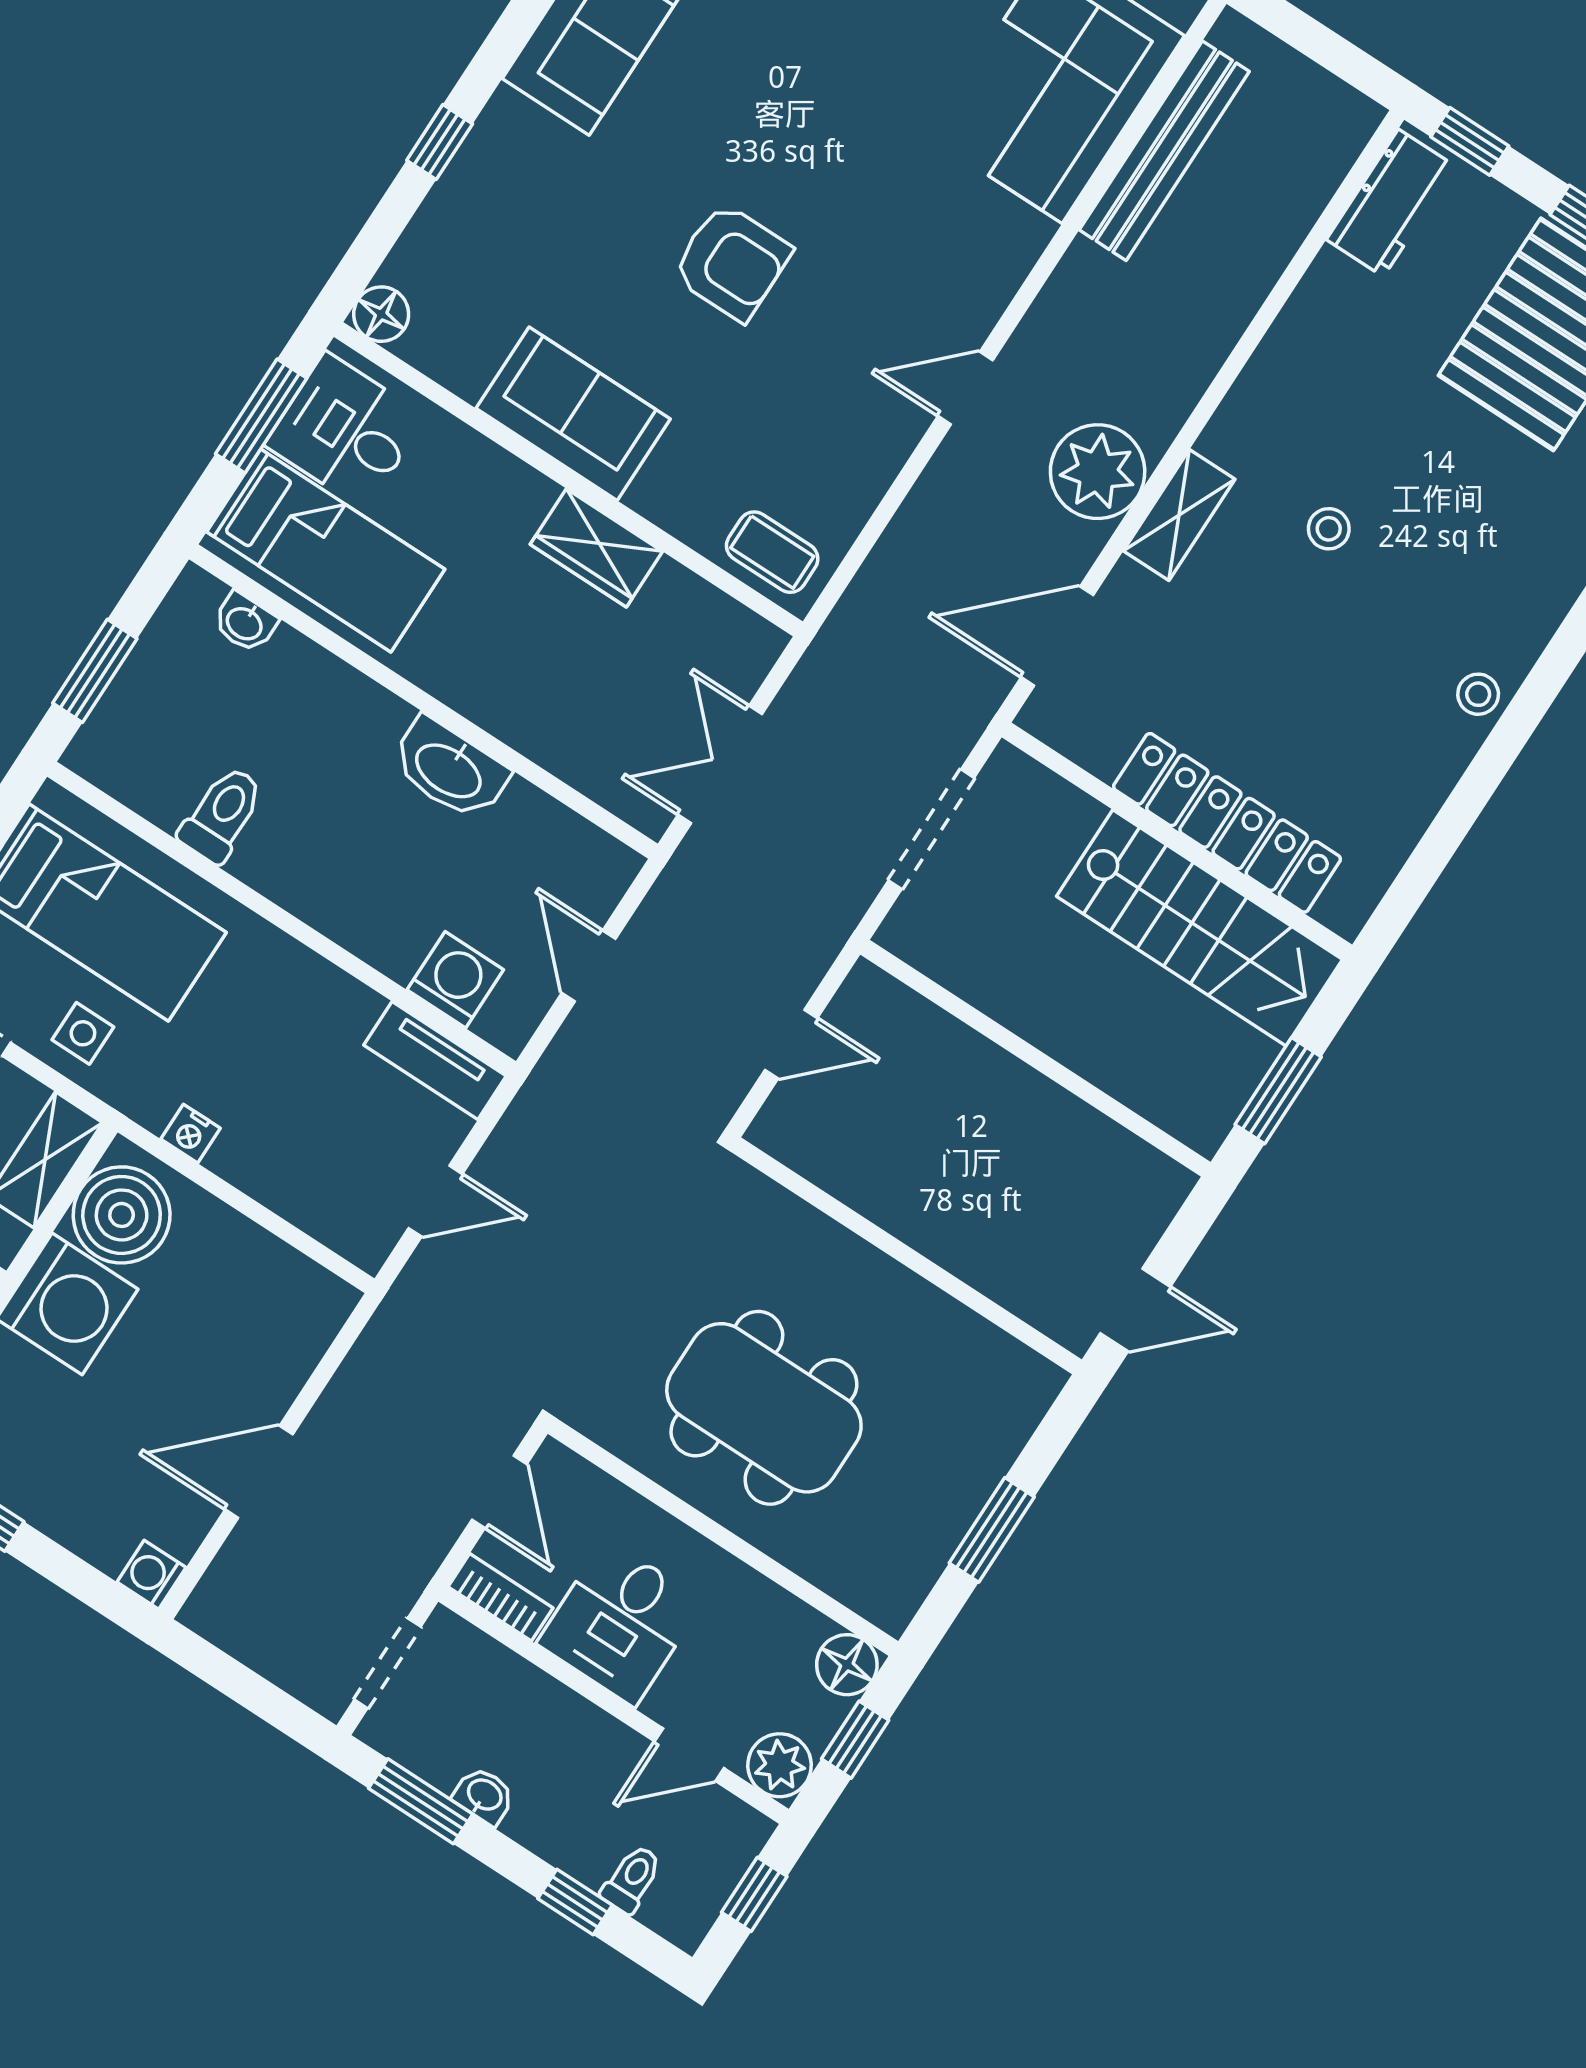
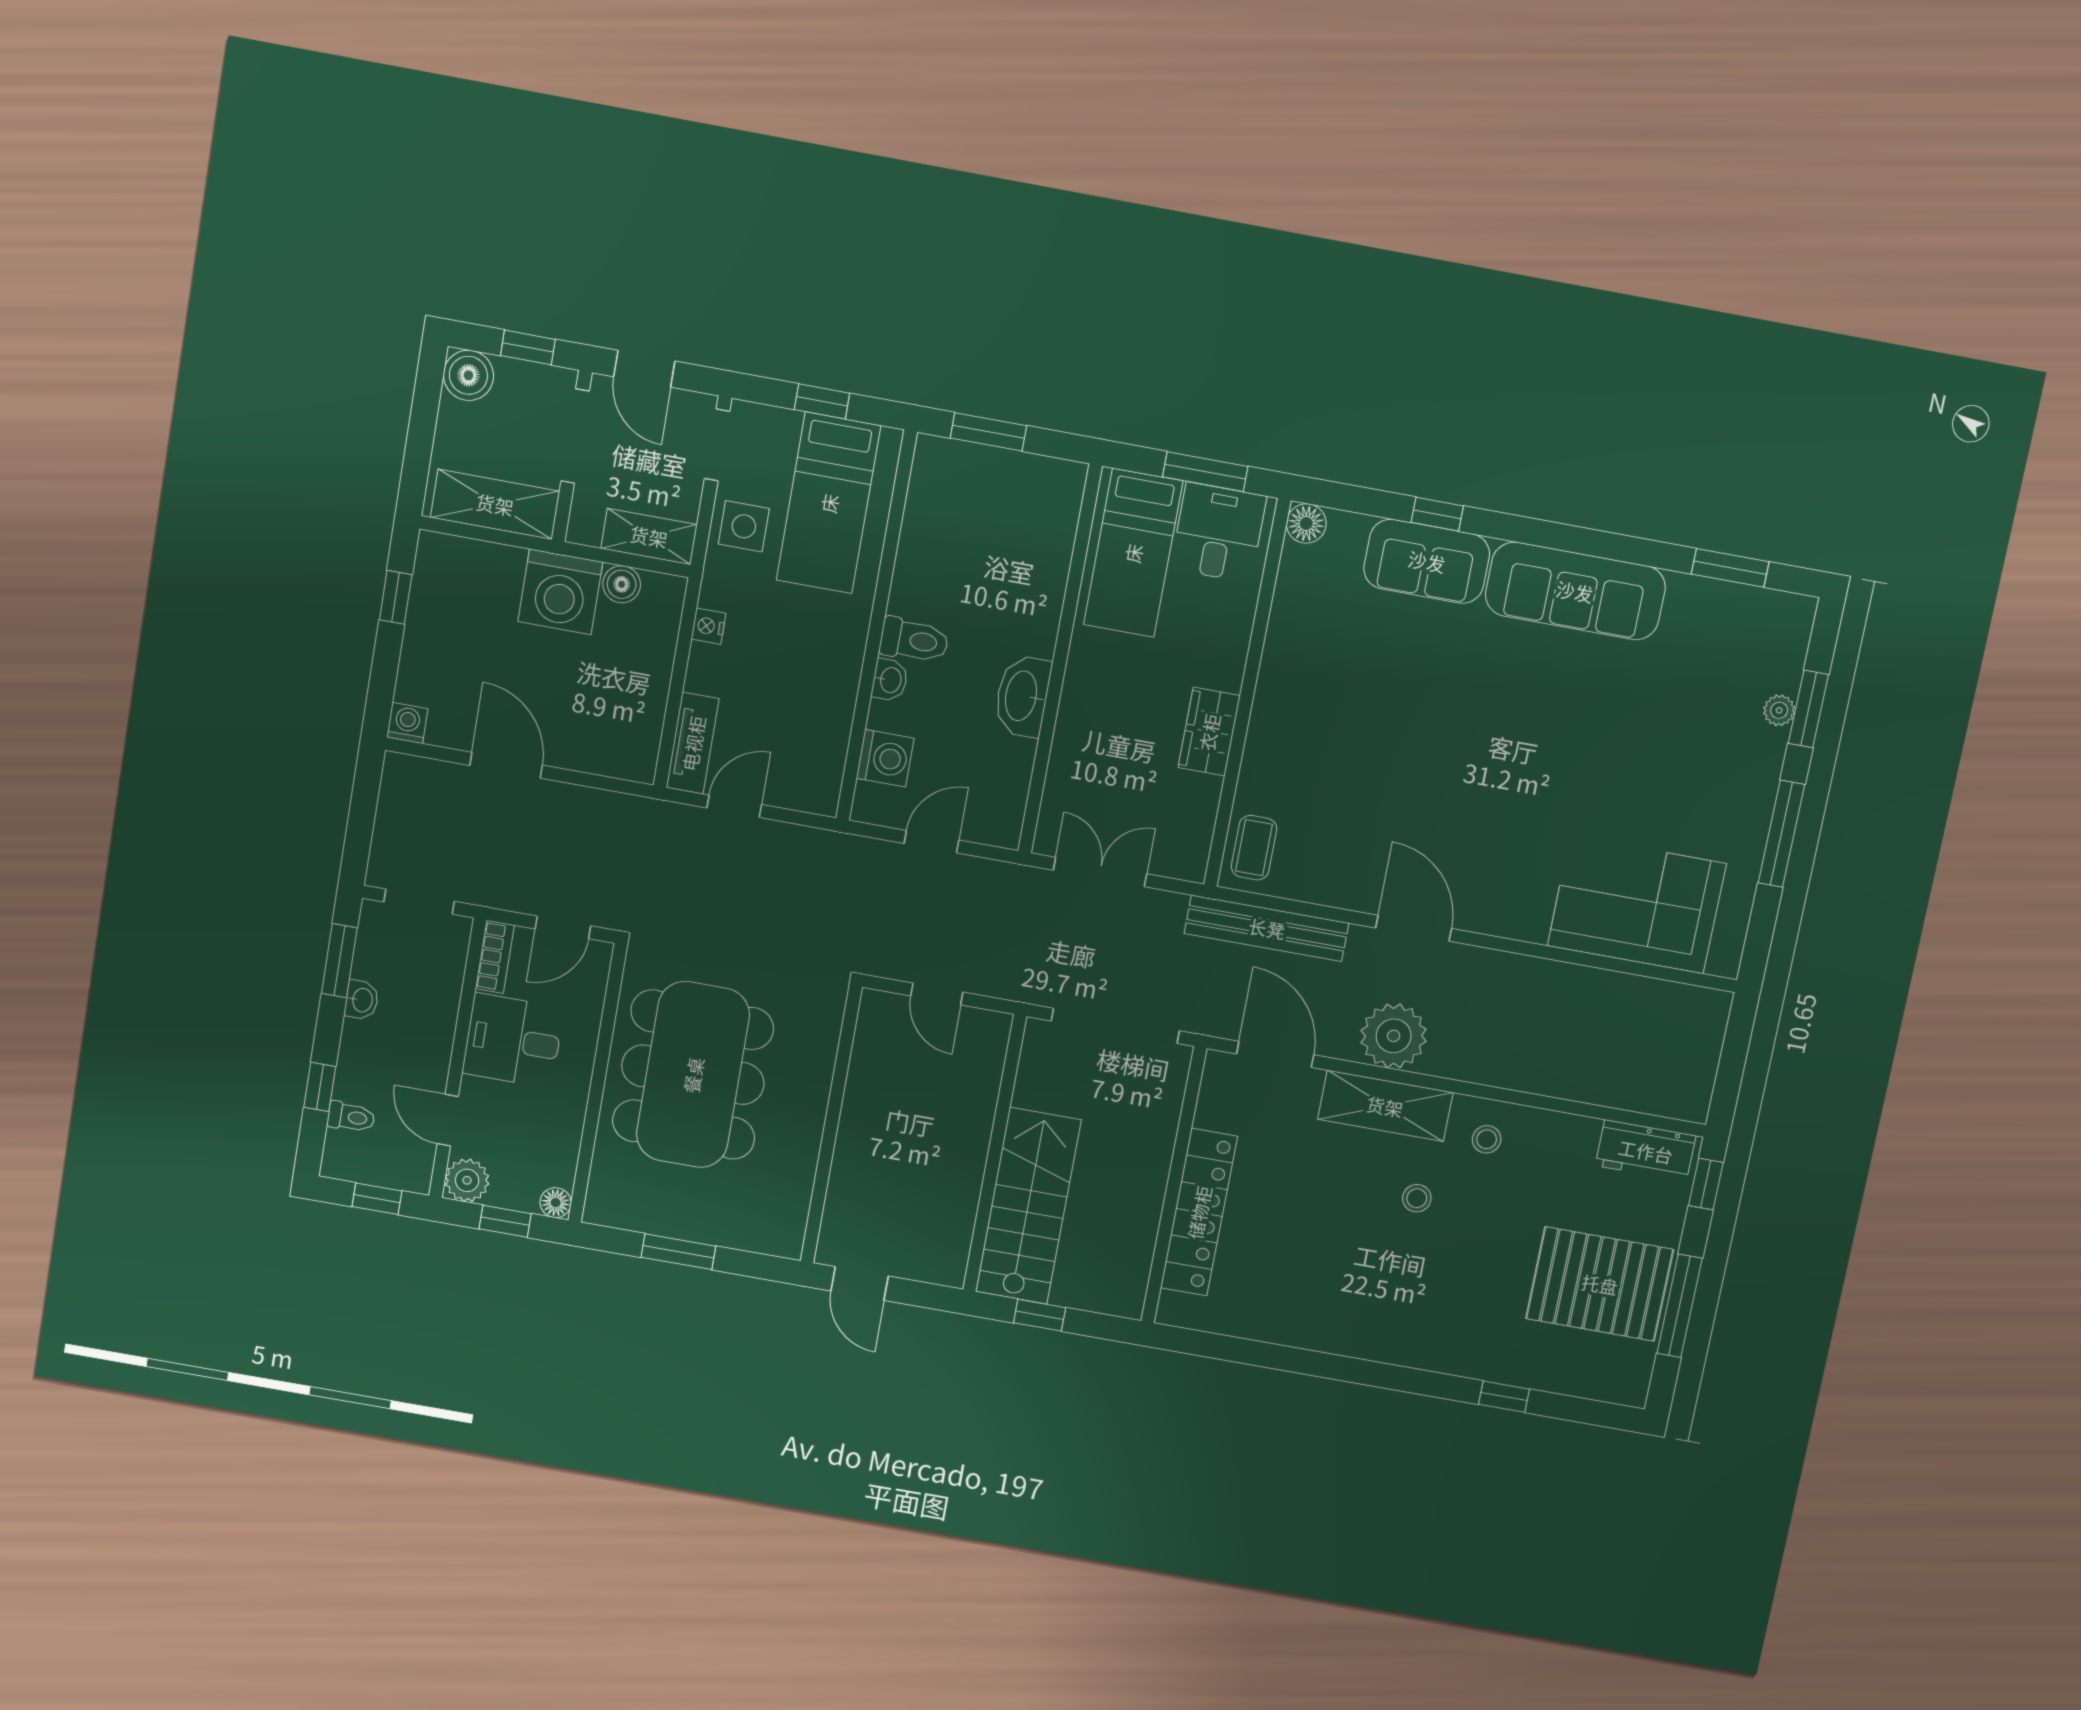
bench: (1164, 151) -> (1267, 928), moved
armchair: (732, 262) -> (1435, 741), removed
door: (965, 388) -> (1414, 928), width x1.38
sofa: (573, 414) -> (1427, 561), moved, turned 90
shelving: (1179, 515) -> (1385, 1106), width x1.50, depth x1.33
washbasin: (245, 623) -> (890, 680), moved, turned 180
stool: (1478, 694) -> (1487, 1139), moved
toilet: (222, 814) -> (914, 640), moved
doorway: (931, 829) -> (1115, 1026), width x1.36
stairs: (1200, 928) -> (1028, 1206), moved, turned 180
side table: (83, 1033) -> (744, 526), width x1.37, depth x1.37
tv unit: (435, 1061) -> (693, 743), moved, turned 180
window: (1278, 1091) -> (1040, 1315), width x0.67
door: (435, 1201) -> (734, 806), swing flipped
boiler: (122, 1215) -> (622, 584), width x0.54, depth x0.54
dining table: (764, 1408) -> (693, 1075), width x1.36, depth x1.24
floor lamp: (847, 1665) -> (556, 1203), width x0.73, depth x0.73

